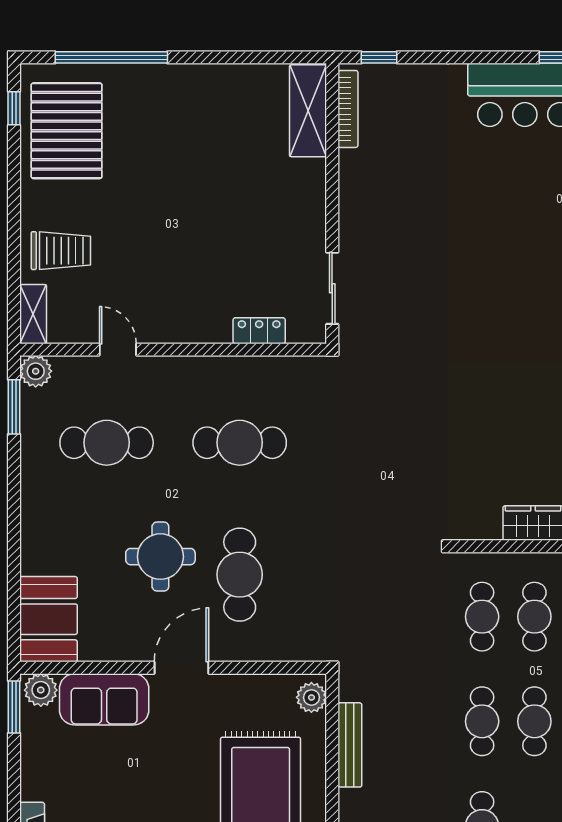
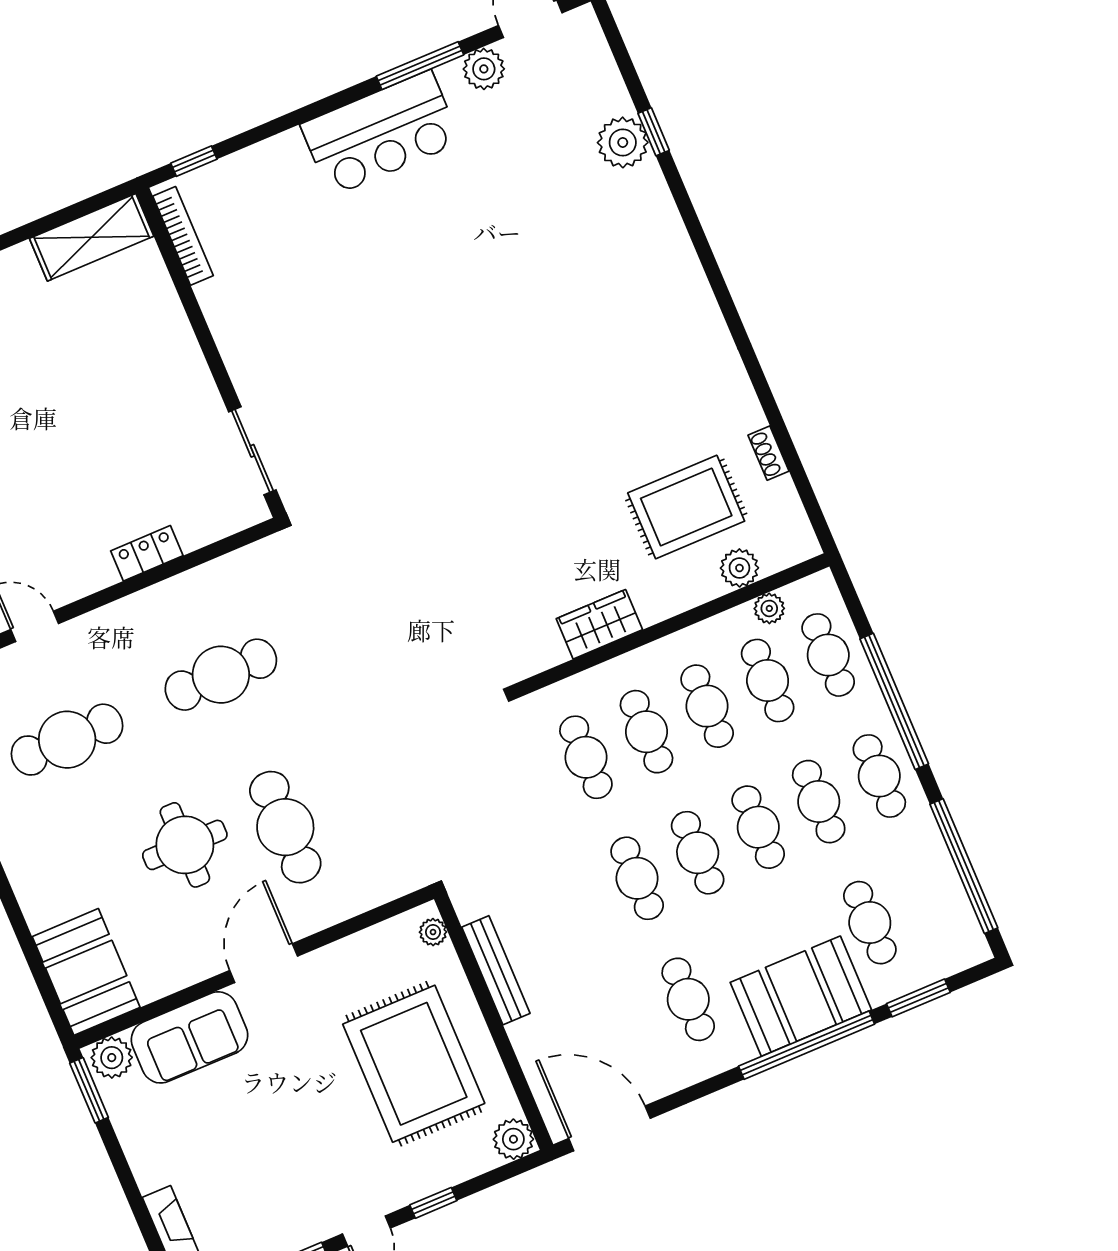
shelving: (308, 111) -> (92, 237), moved, turned 90
locker: (259, 331) -> (147, 553), moved
plant: (311, 697) -> (433, 932), width x0.73, depth x0.73

